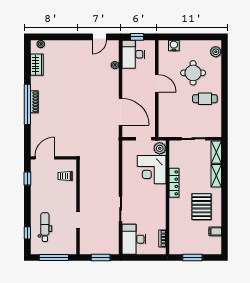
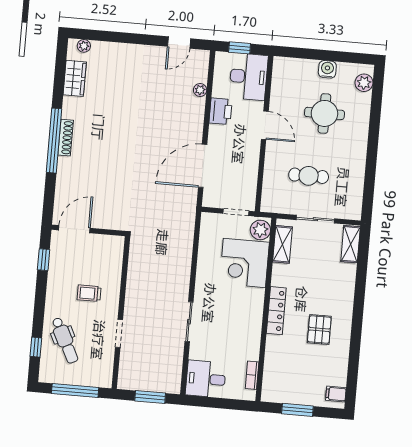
water cooler: (174, 45) -> (327, 69), moved
desk: (133, 54) -> (249, 77), moved, turned 180
printer: (129, 77) -> (221, 111), added
cafe table: (205, 99) -> (309, 176), moved
door: (121, 112) -> (203, 166), swing flipped
trolley: (65, 176) -> (89, 293), moved
shelving: (216, 176) -> (283, 244), moved
locker: (174, 183) -> (276, 311), moved
pallet: (202, 207) -> (319, 330), width x0.67, depth x0.71
dental chair: (45, 227) -> (65, 340), turned 153
filing cabinet: (215, 231) -> (336, 394), moved
desk: (134, 239) -> (206, 379), width x0.73

